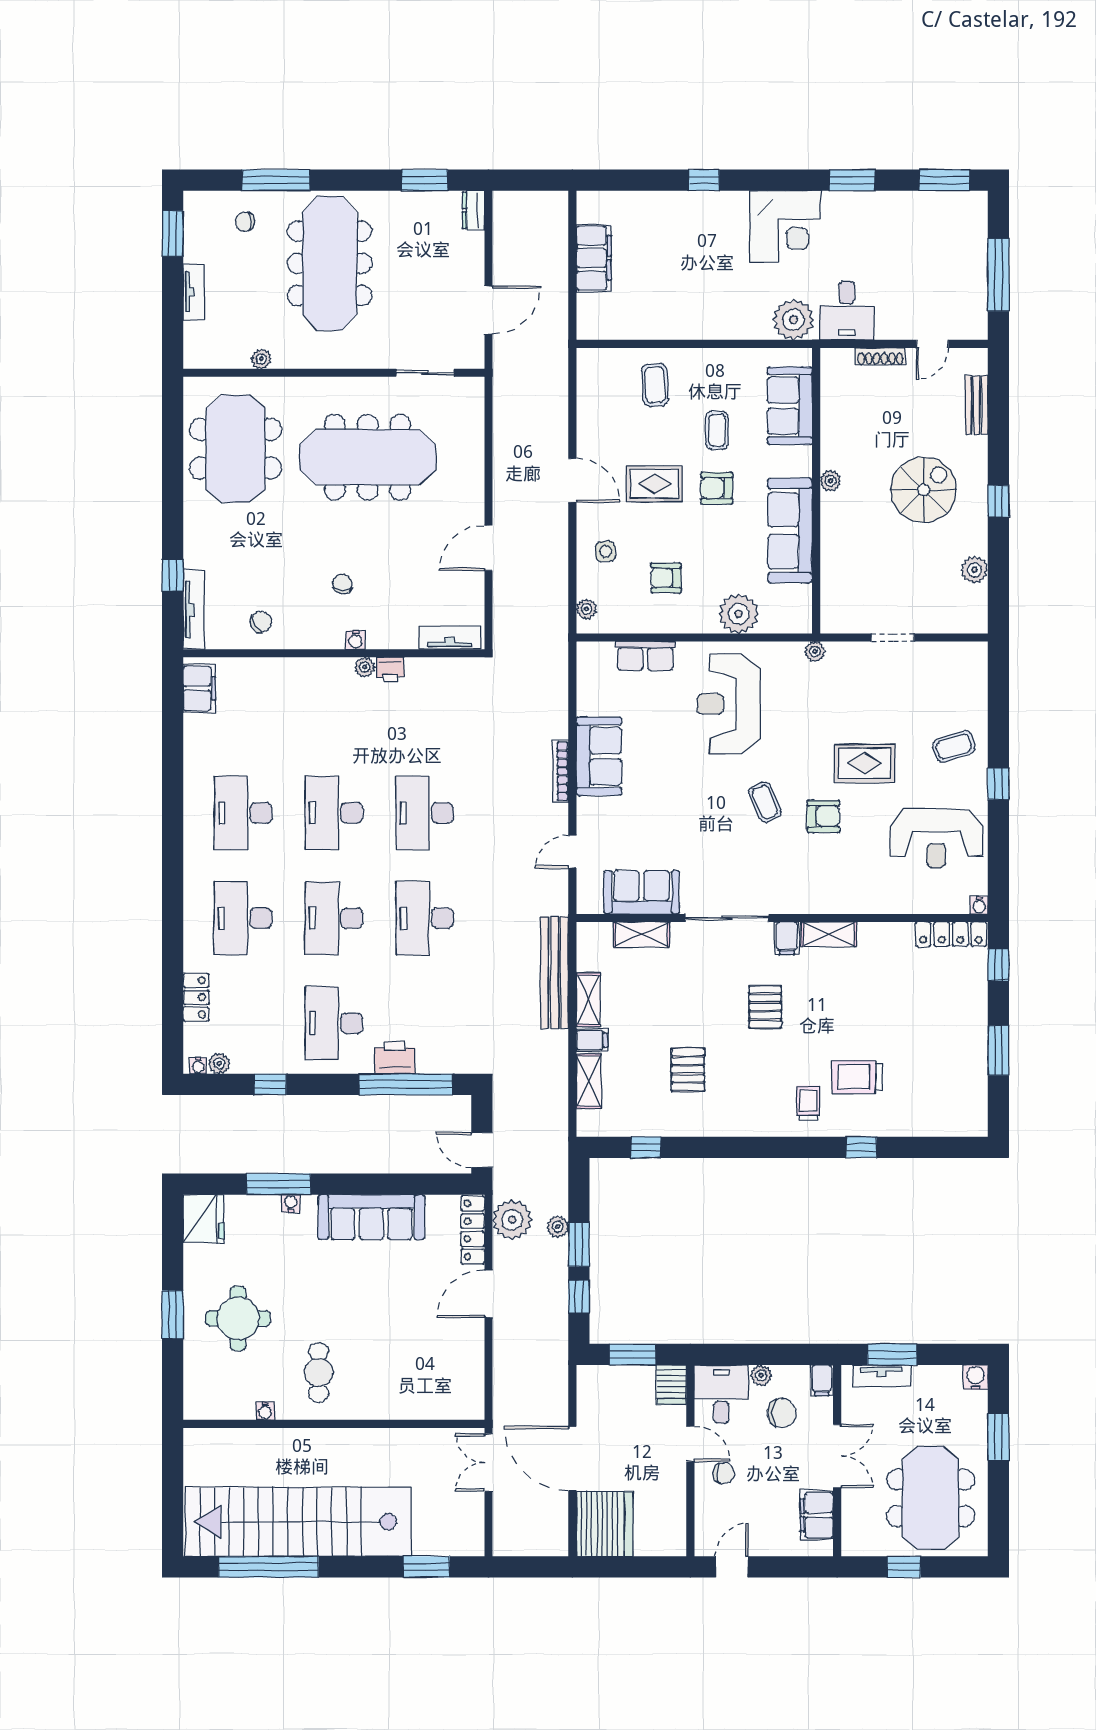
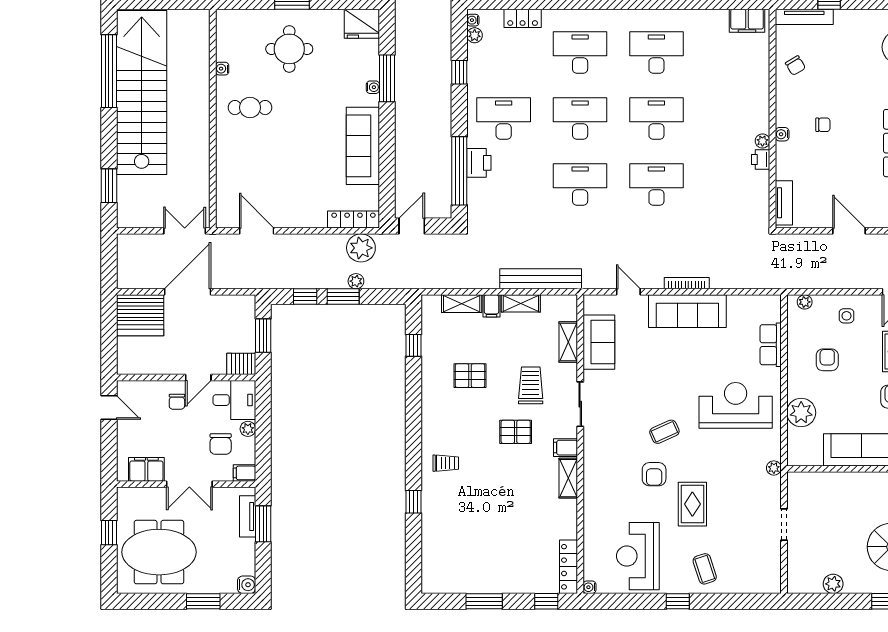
sofa: (599, 756) -> (687, 311), width x1.36
sliding door: (727, 918) -> (580, 404), width x0.73
trolley: (857, 1077) -> (531, 385), moved
door: (488, 1294) -> (257, 231), moved

